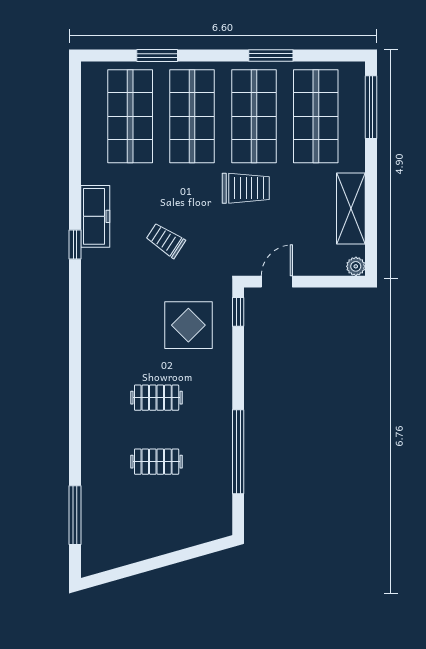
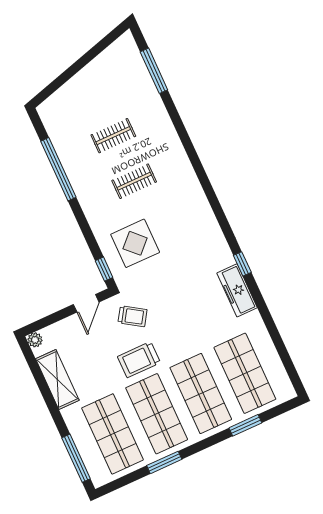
trolley: (165, 240) -> (132, 316), moved

